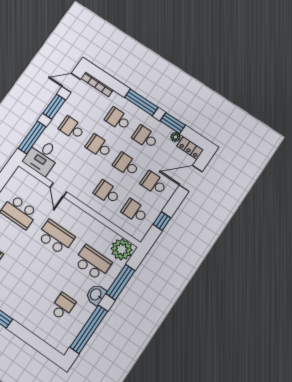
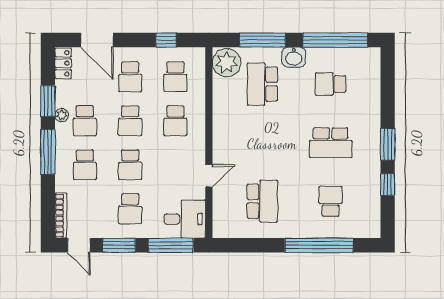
plant: (175, 137) -> (62, 115), moved
school desk: (56, 237) -> (331, 143), moved, turned -90

